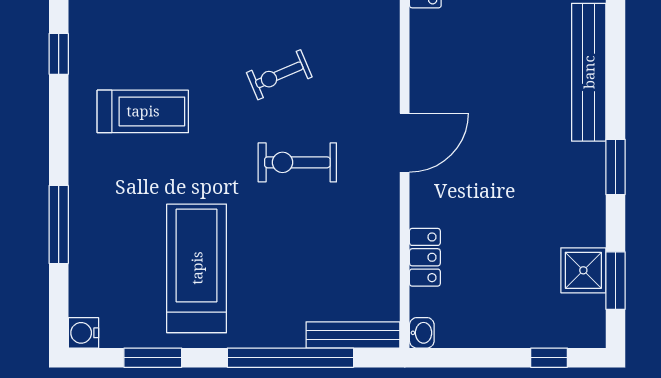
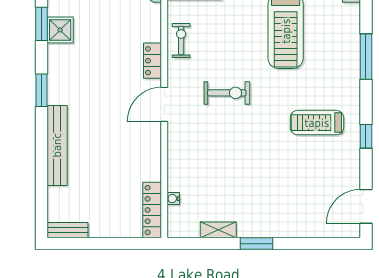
window: (59, 54) -> (366, 136), moved
exercise bike: (279, 75) -> (181, 41), moved, turned -67
locker: (425, 257) -> (153, 61), moved

